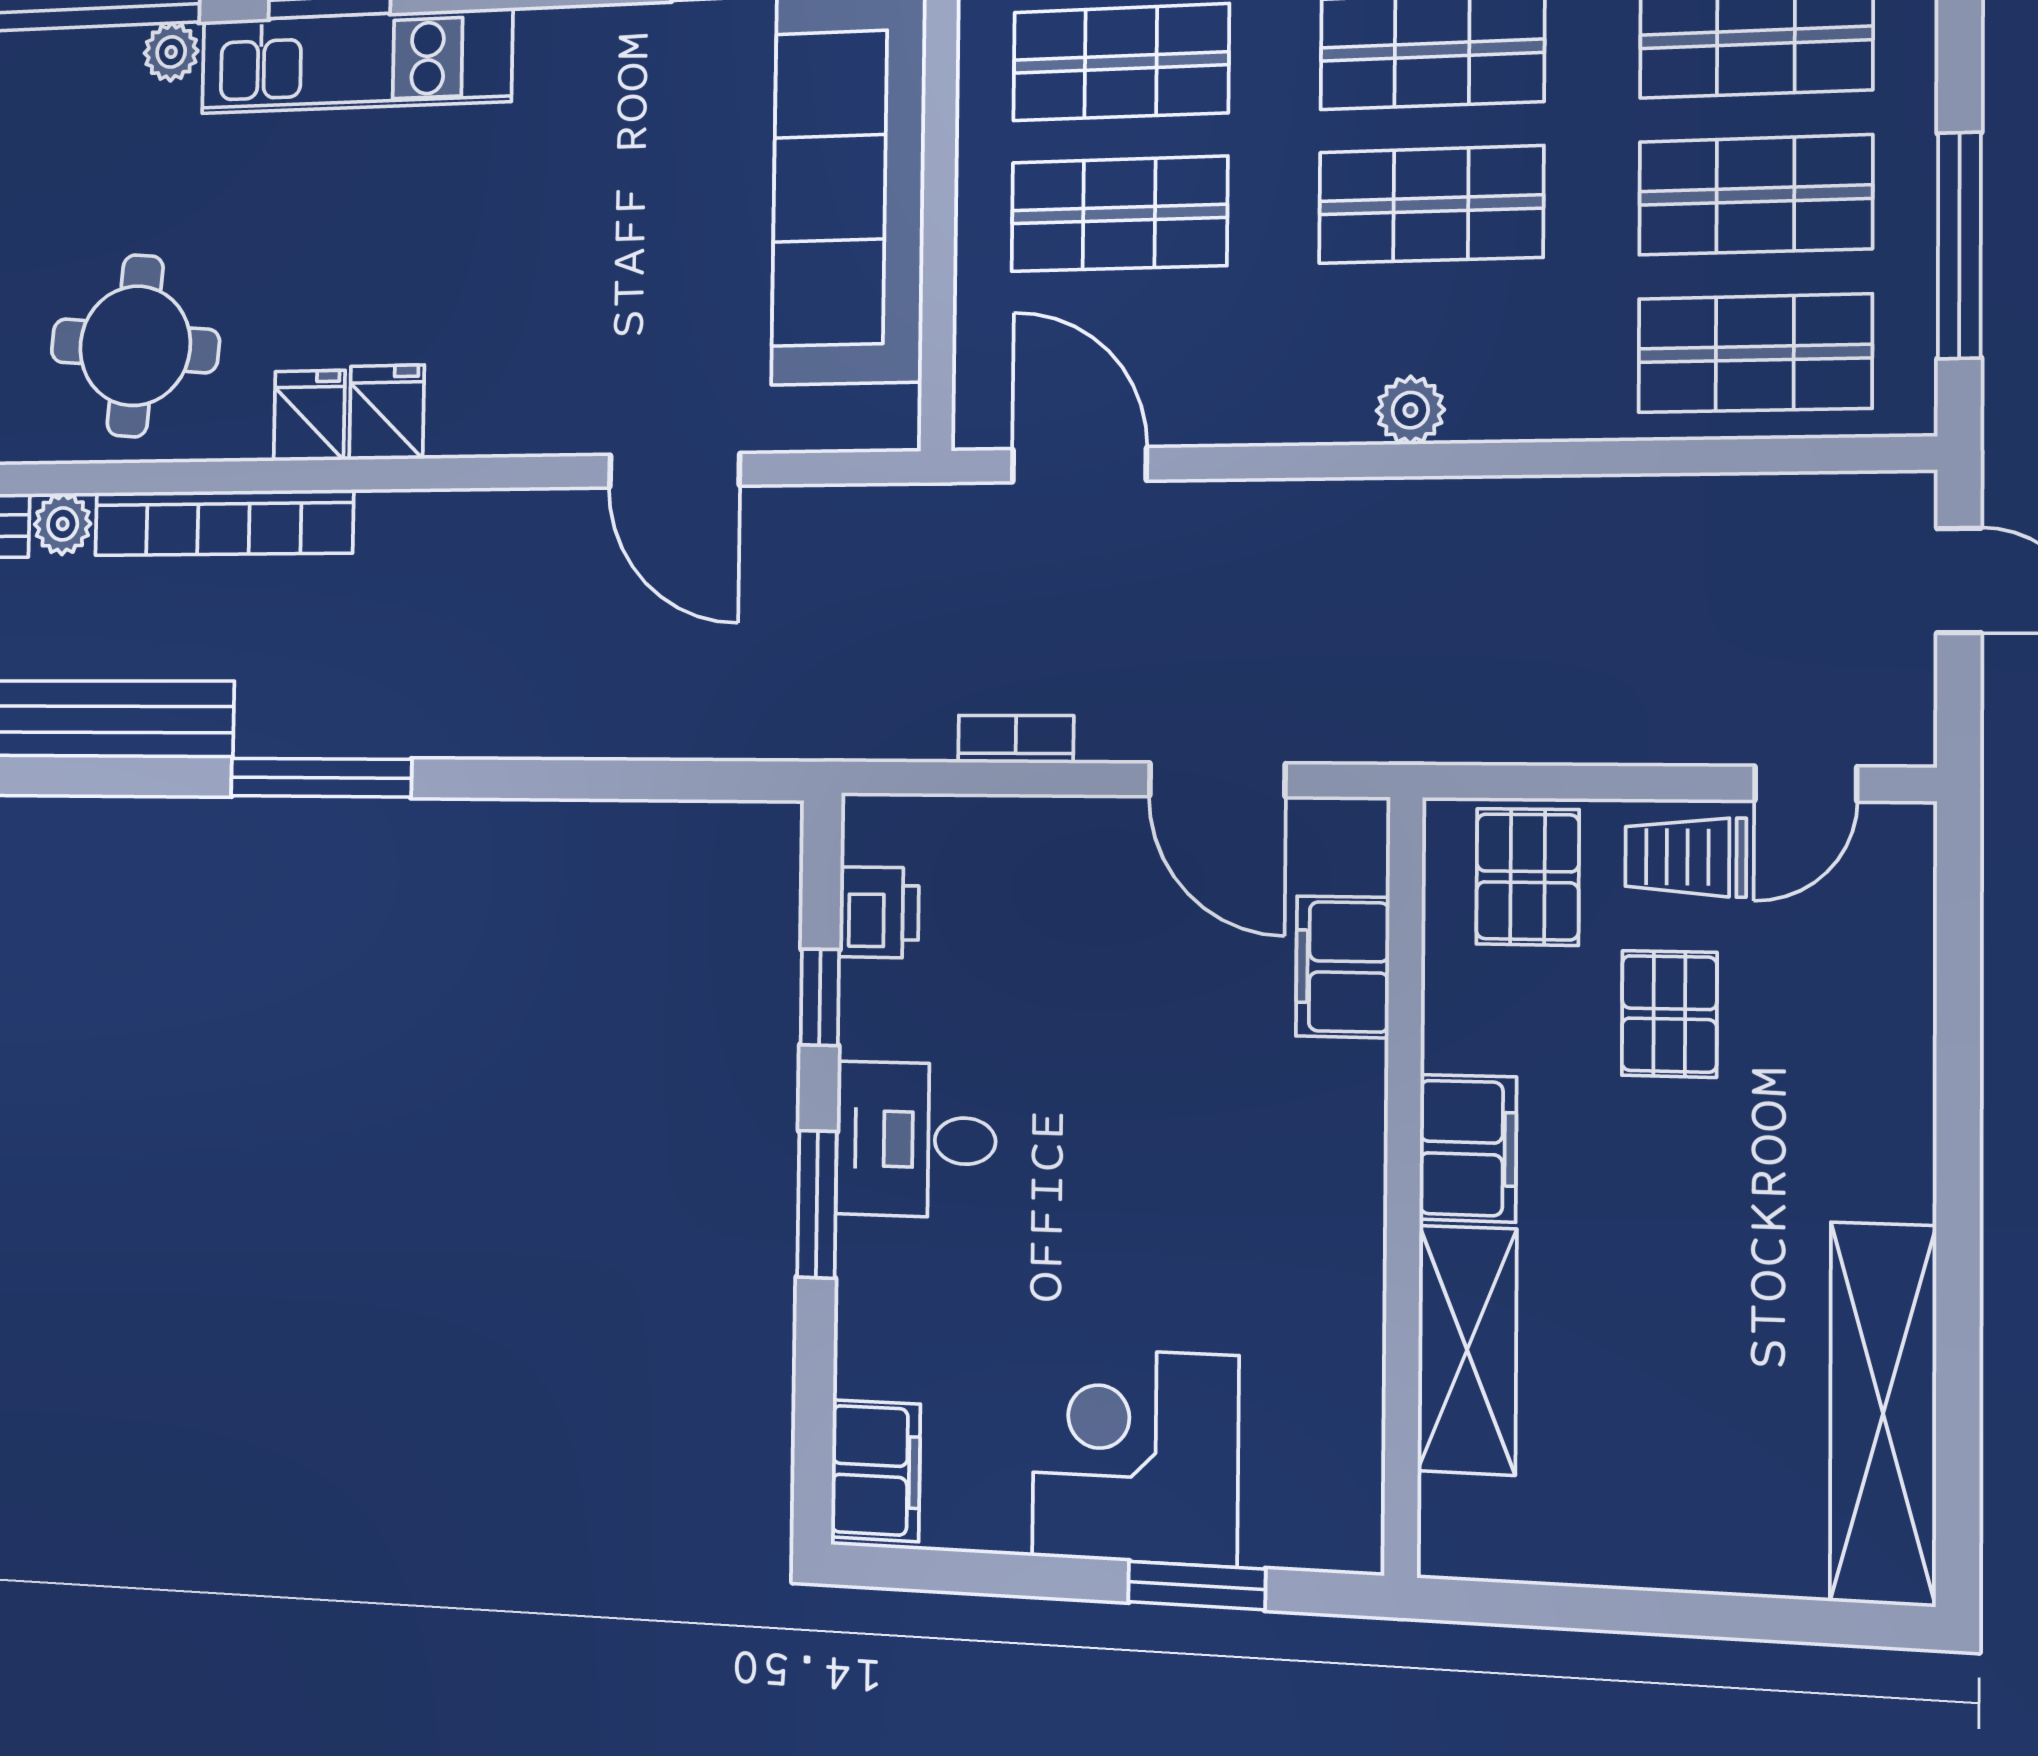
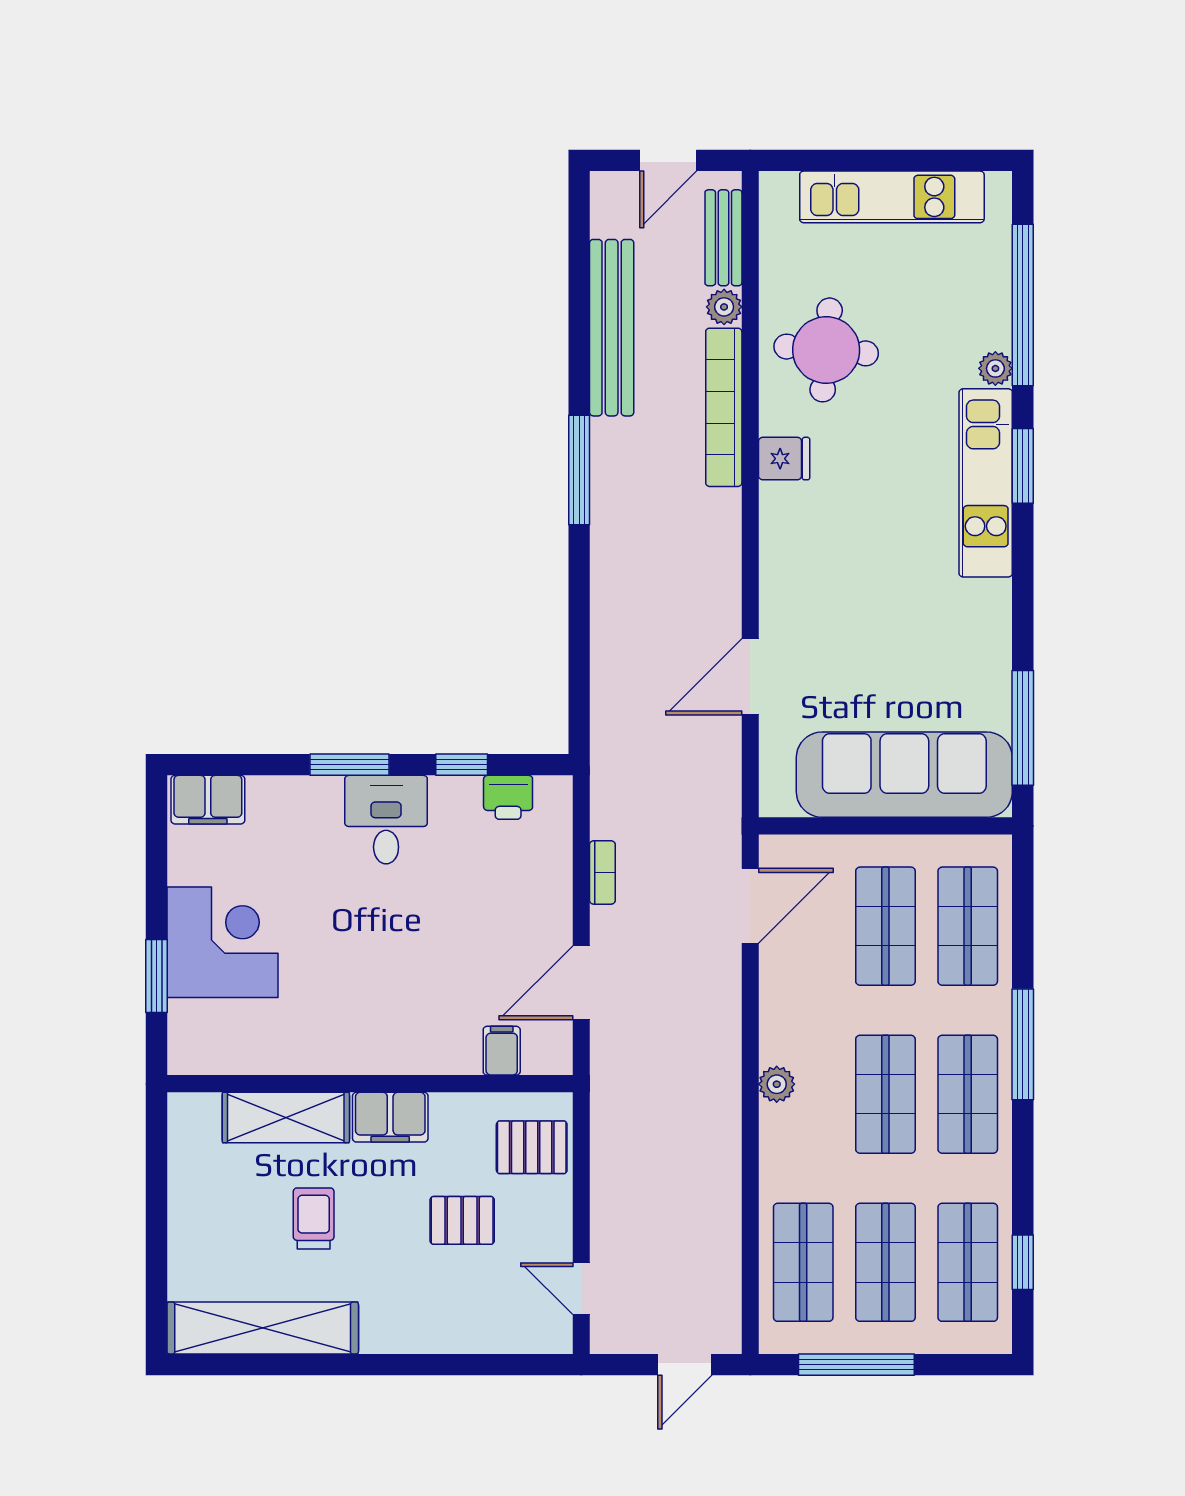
fridge: (387, 412) -> (785, 506), removed
trolley: (1686, 857) -> (314, 1218), moved
filing cabinet: (1343, 967) -> (502, 1051), width x0.50

